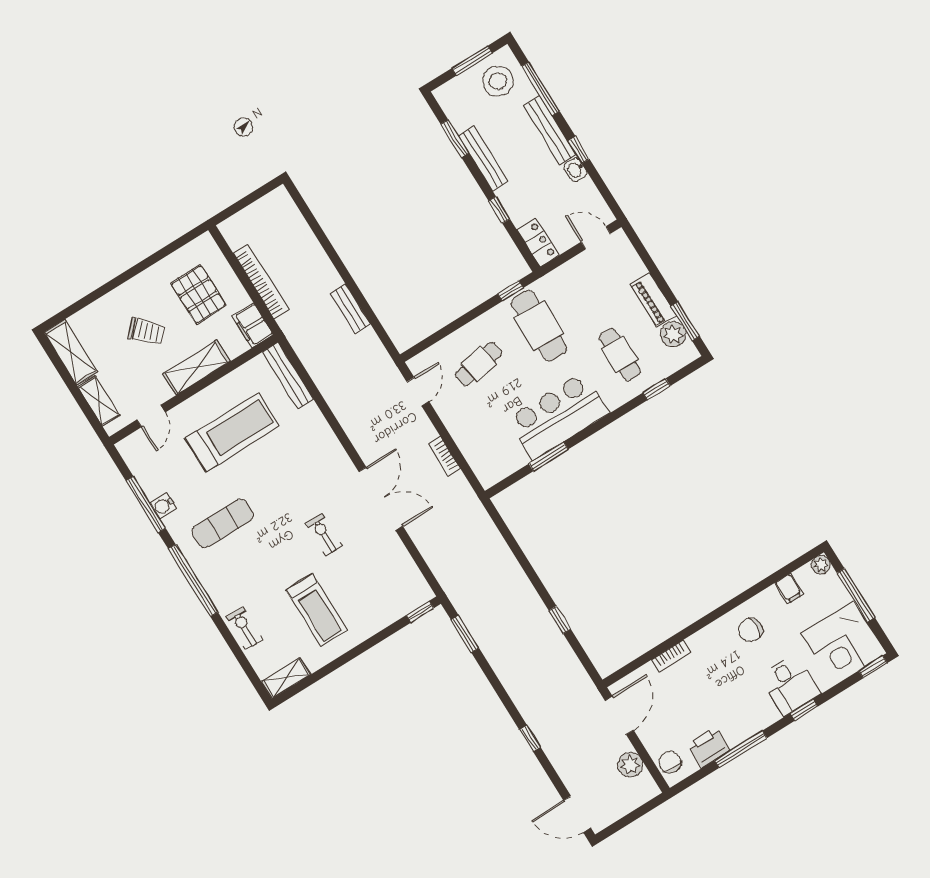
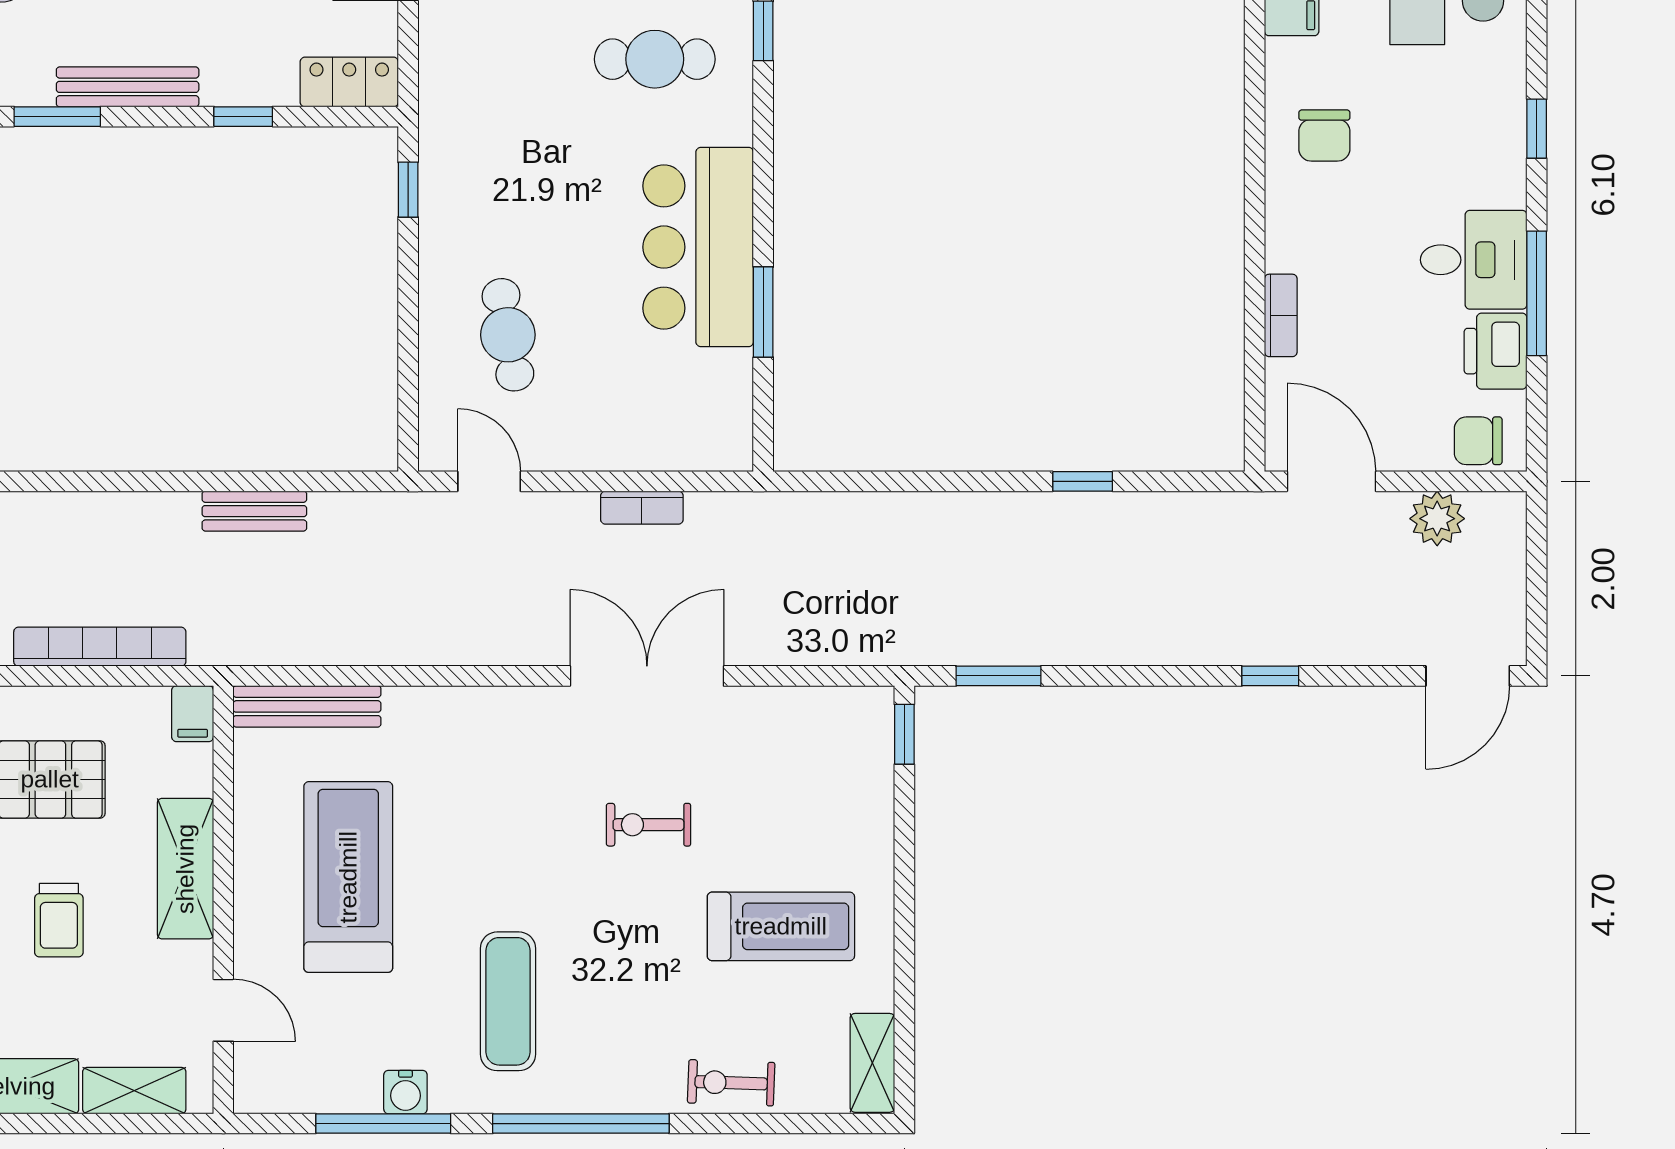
filing cabinet: (253, 325) -> (193, 714), width x0.50
cafe table: (539, 326) -> (507, 178), removed
trolley: (146, 331) -> (59, 920), turned 136
desk: (790, 685) -> (1474, 260), moved

